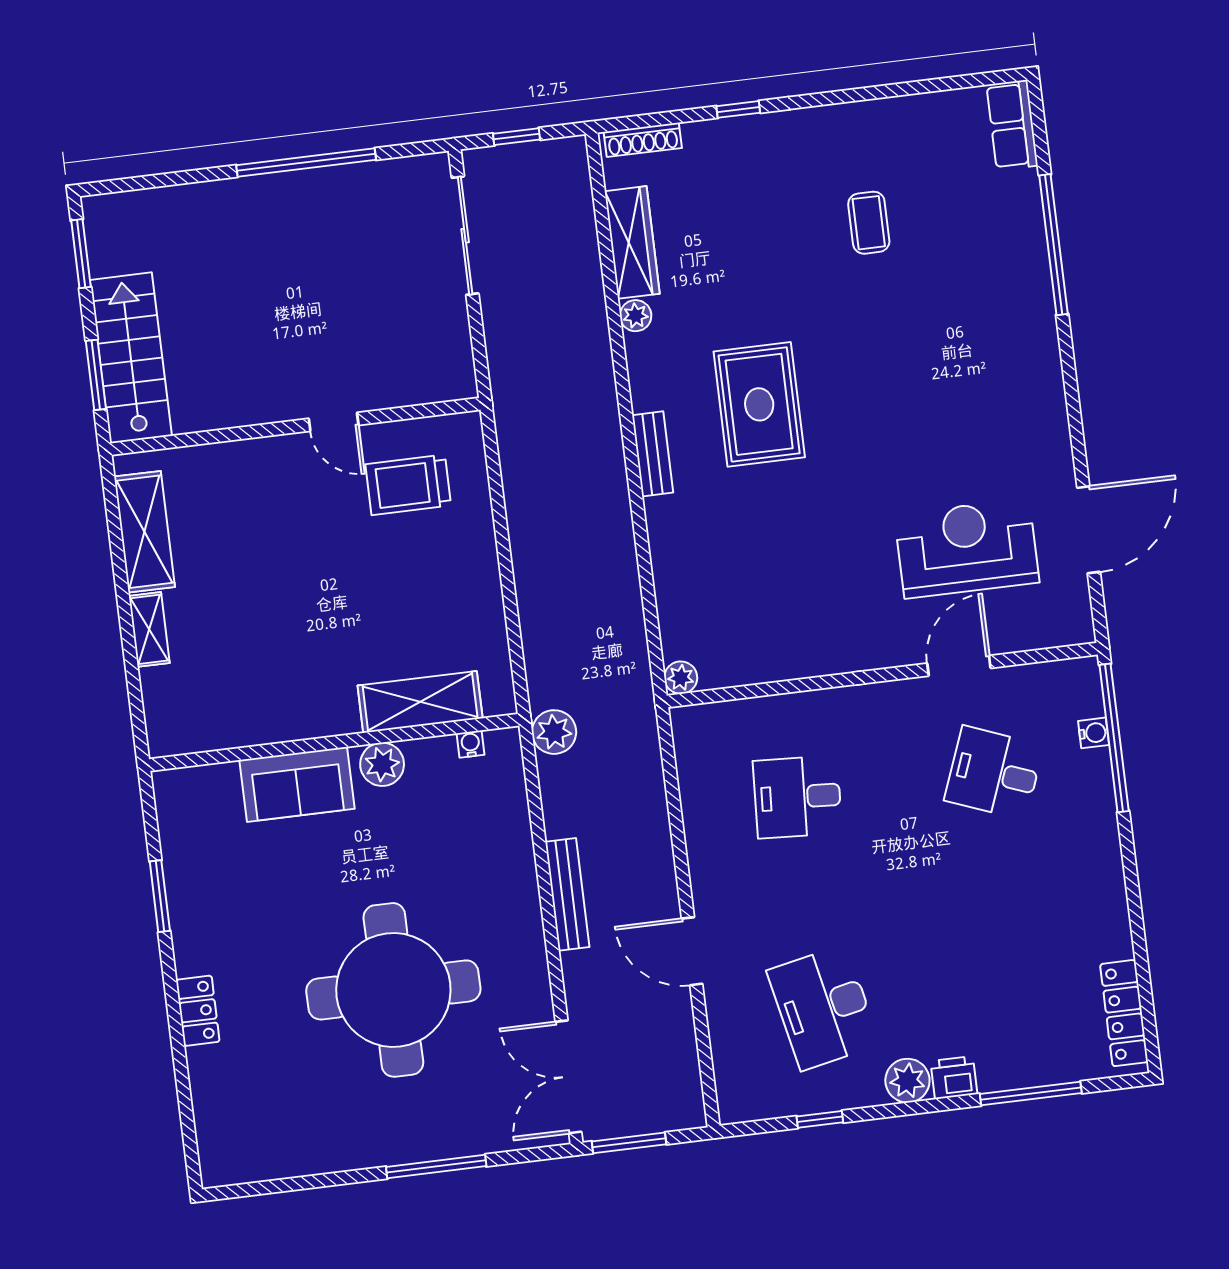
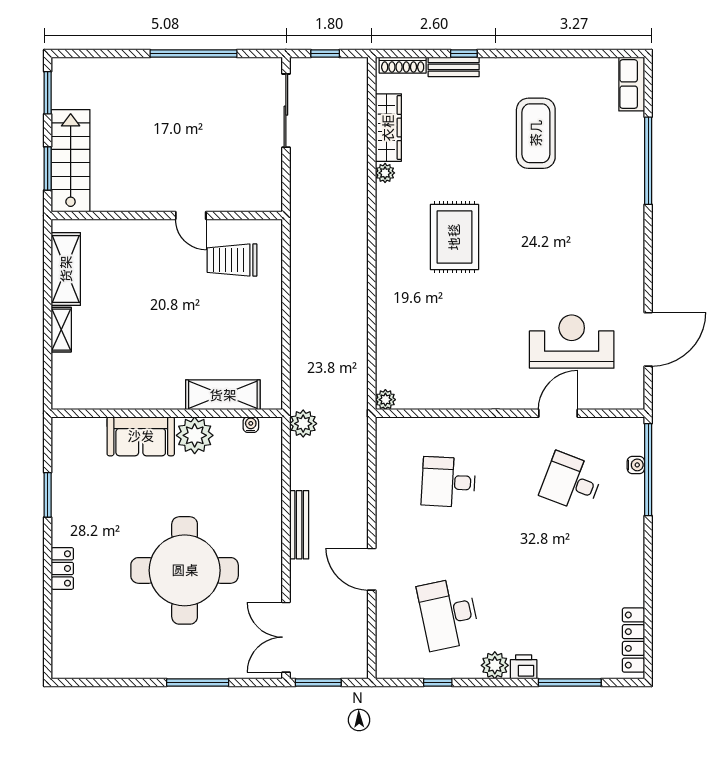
coffee table: (869, 223) -> (536, 133), width x1.86, depth x1.72
bench: (653, 454) -> (454, 67), moved, turned 90
plant: (382, 764) -> (195, 435), width x1.36, depth x1.36

